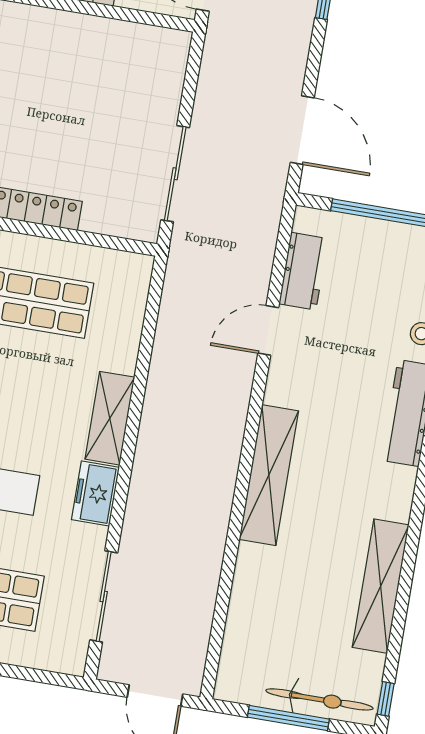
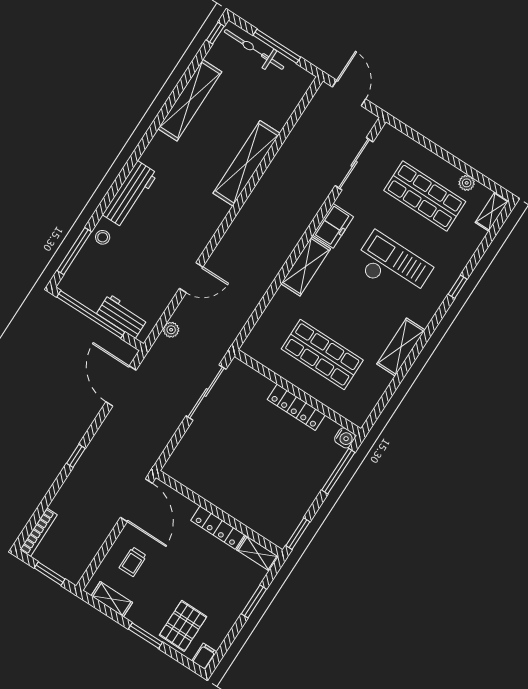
plant: (265, 243) -> (171, 330), added
workbench: (303, 271) -> (122, 316), moved, turned 90
shelving: (269, 475) -> (246, 163), moved

